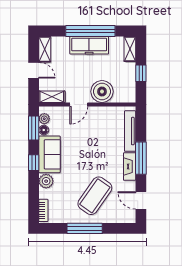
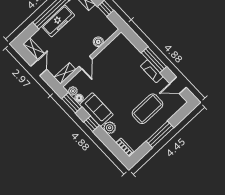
door: (34, 70) -> (39, 68), hinge flipped
boiler: (102, 92) -> (98, 42), width x0.54, depth x0.54
tv unit: (130, 131) -> (132, 50), removed
coffee table: (95, 196) -> (147, 109), turned 55

